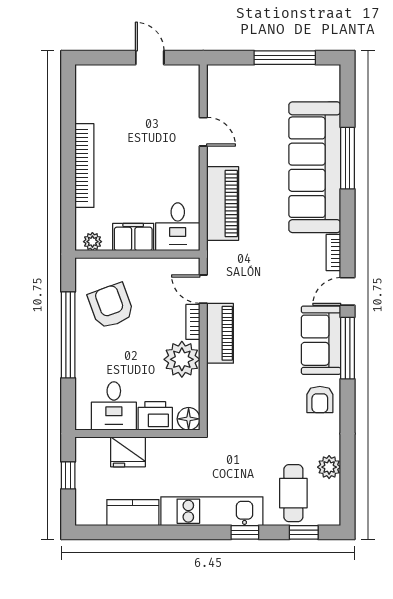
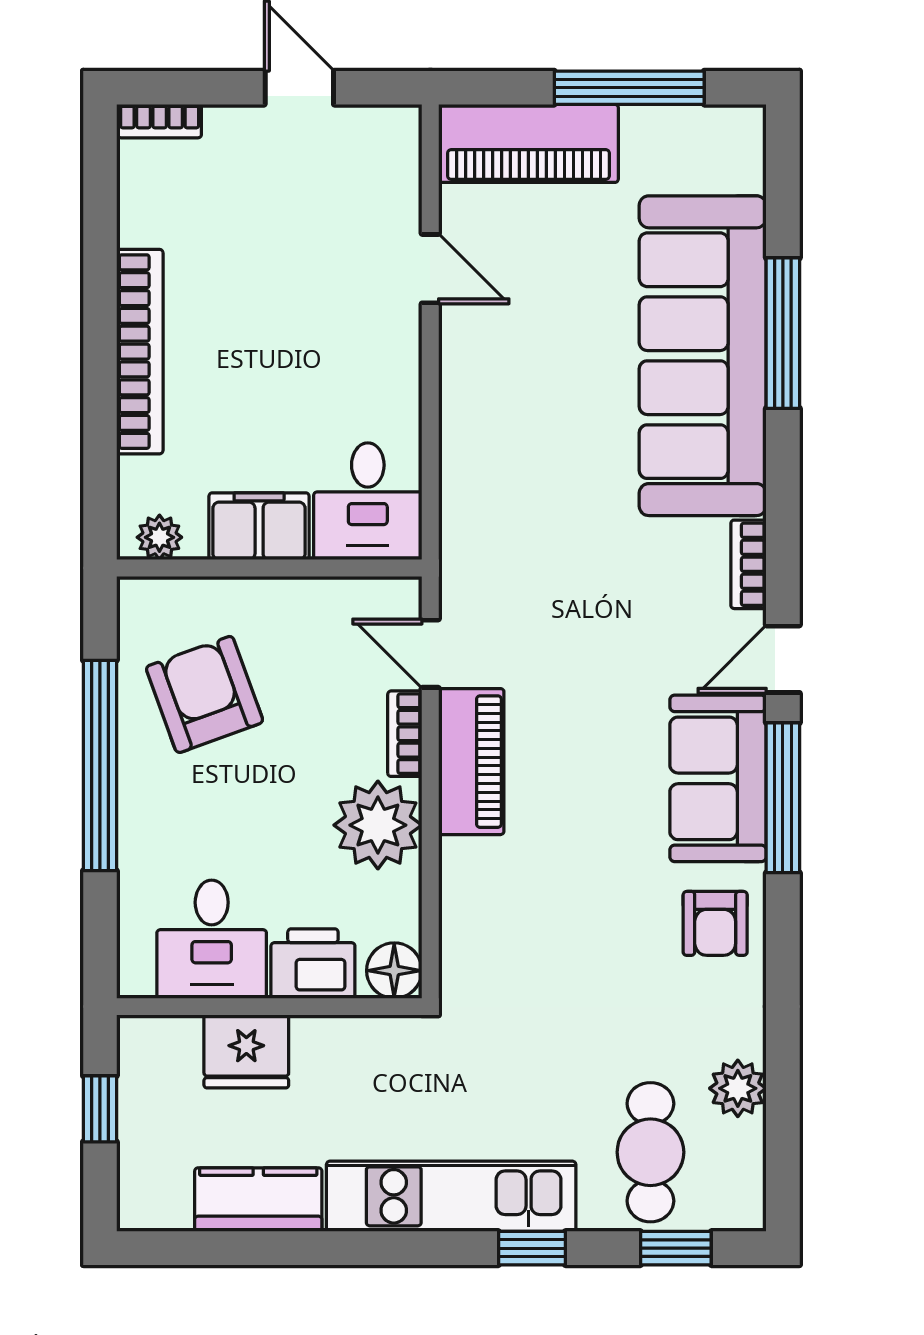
bookcase: (93, 71) -> (160, 121), added
piano: (223, 204) -> (528, 143), moved, turned 90

